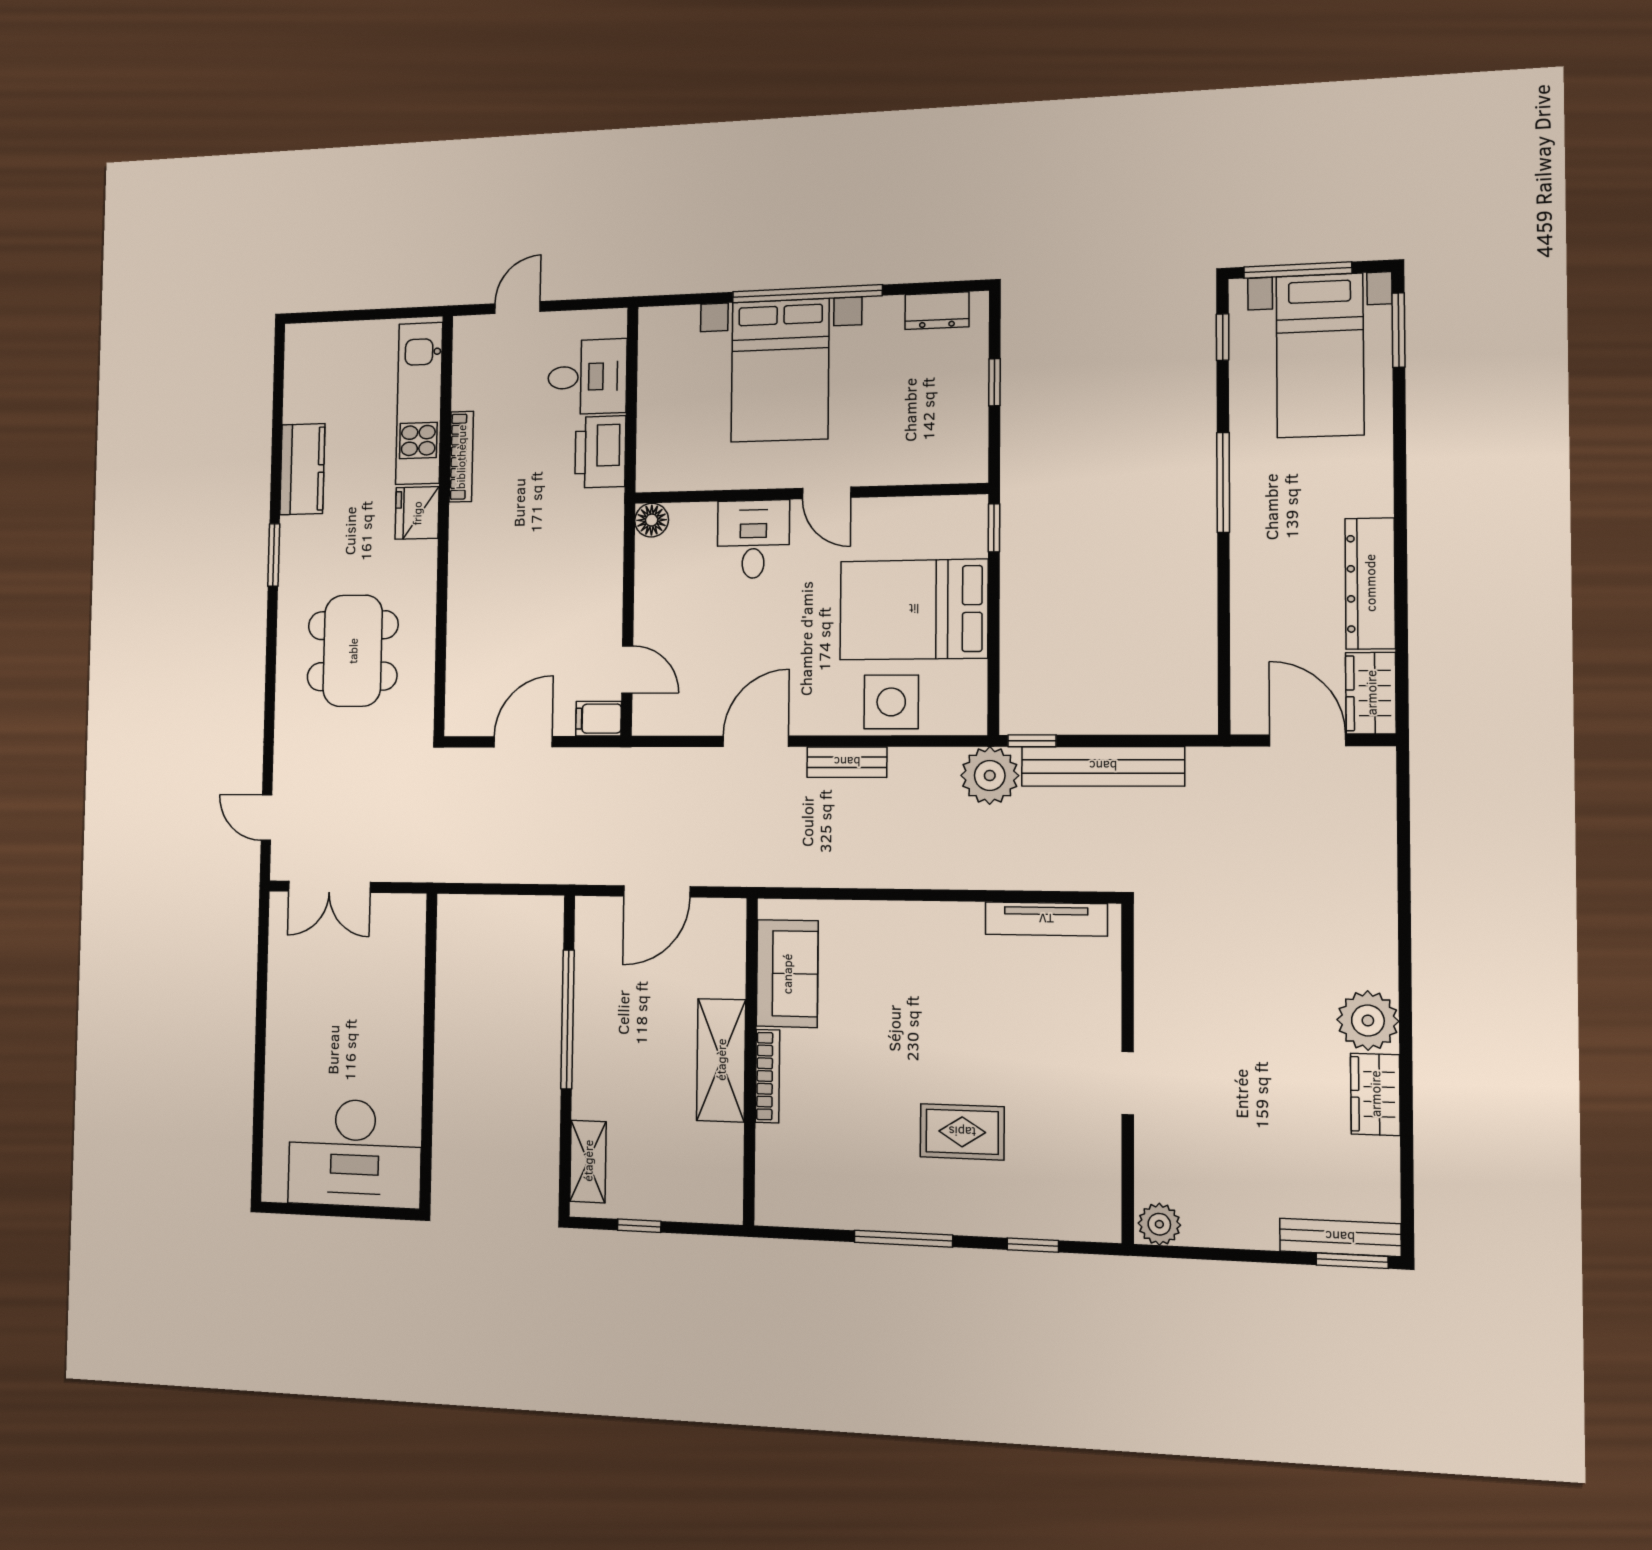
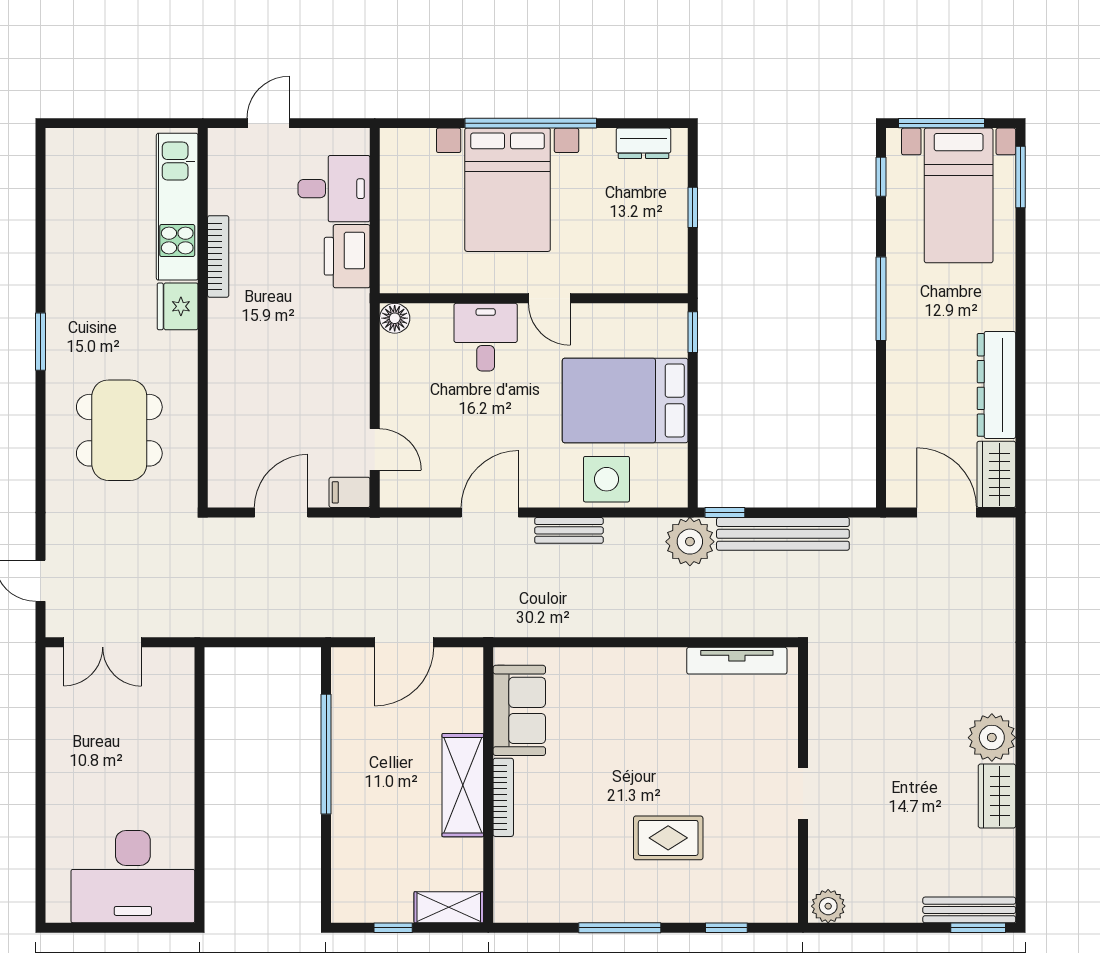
kitchen counter: (302, 469) -> (66, 263), removed
shelving: (588, 1161) -> (449, 907), moved, turned 90

